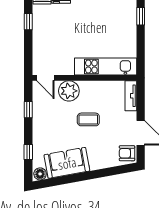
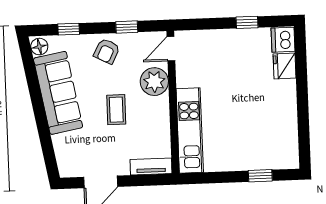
armchair: (127, 153) -> (107, 51), moved, turned -153
sofa: (67, 163) -> (58, 93), width x1.36

